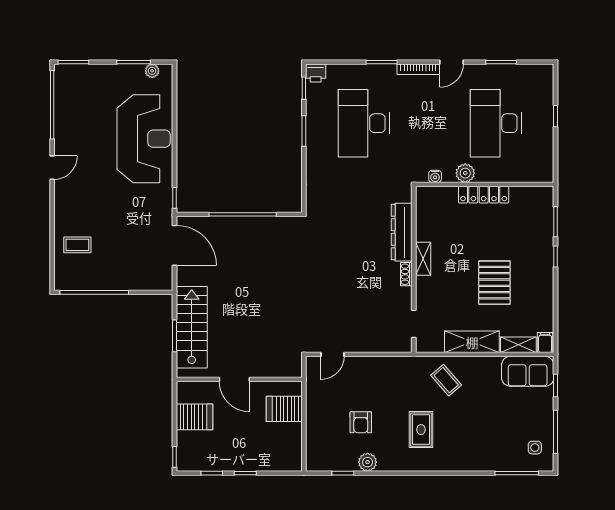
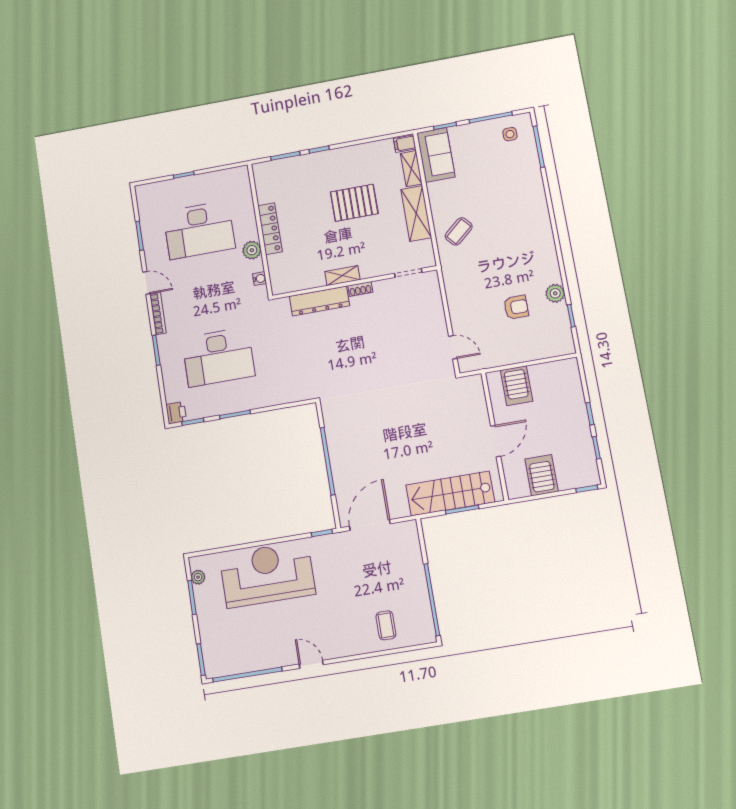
rug: (421, 430) -> (513, 247), removed

